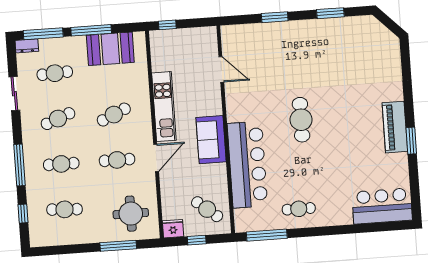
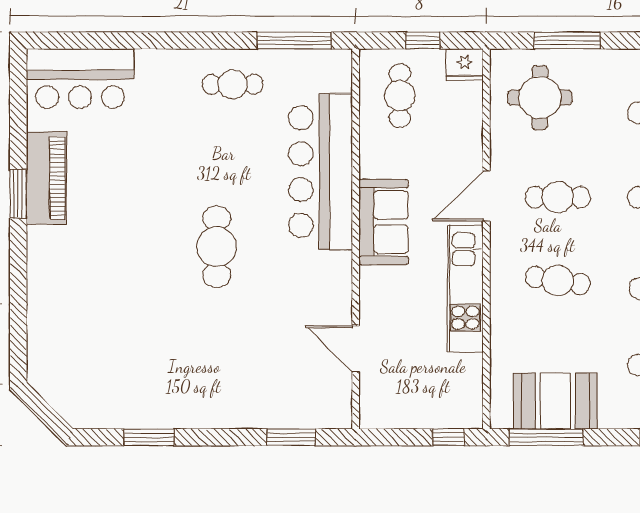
window: (275, 17) -> (291, 437), moved
window: (91, 30) -> (546, 437), moved
cafe table: (114, 115) -> (558, 281), turned 33
piano: (395, 127) -> (46, 178), moved
cafe table: (207, 209) -> (400, 96), turned 51

